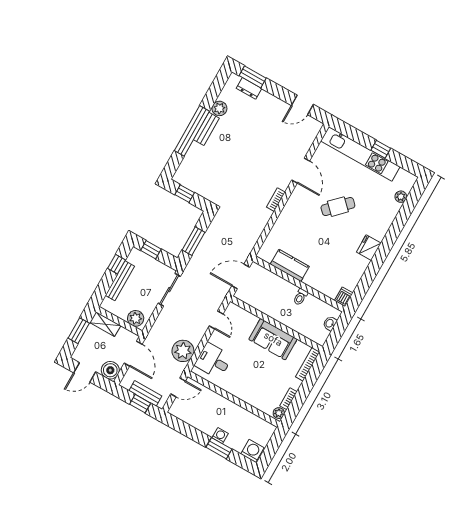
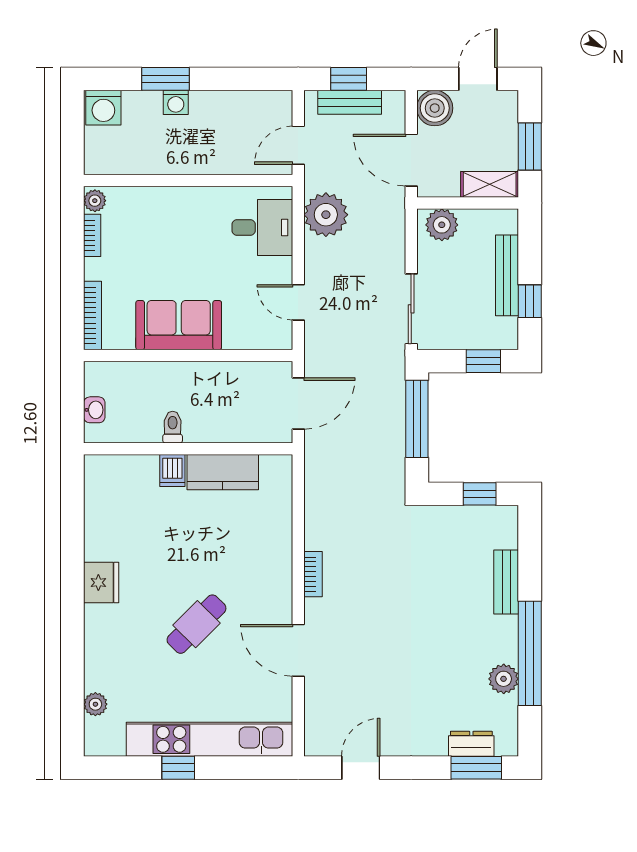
bench: (206, 129) -> (506, 582), moved
window: (192, 131) -> (530, 653), moved
window: (194, 241) -> (417, 419), width x1.44
dishwasher: (344, 297) -> (172, 471), moved

